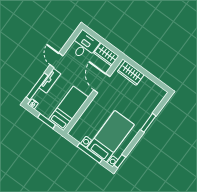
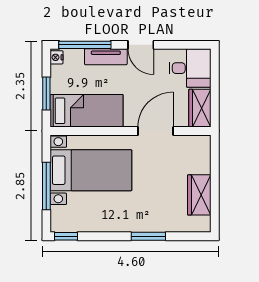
door: (56, 60) -> (141, 45), swing flipped
wardrobe: (131, 73) -> (199, 195), moved
bed with nightstands: (111, 136) -> (91, 170), moved

